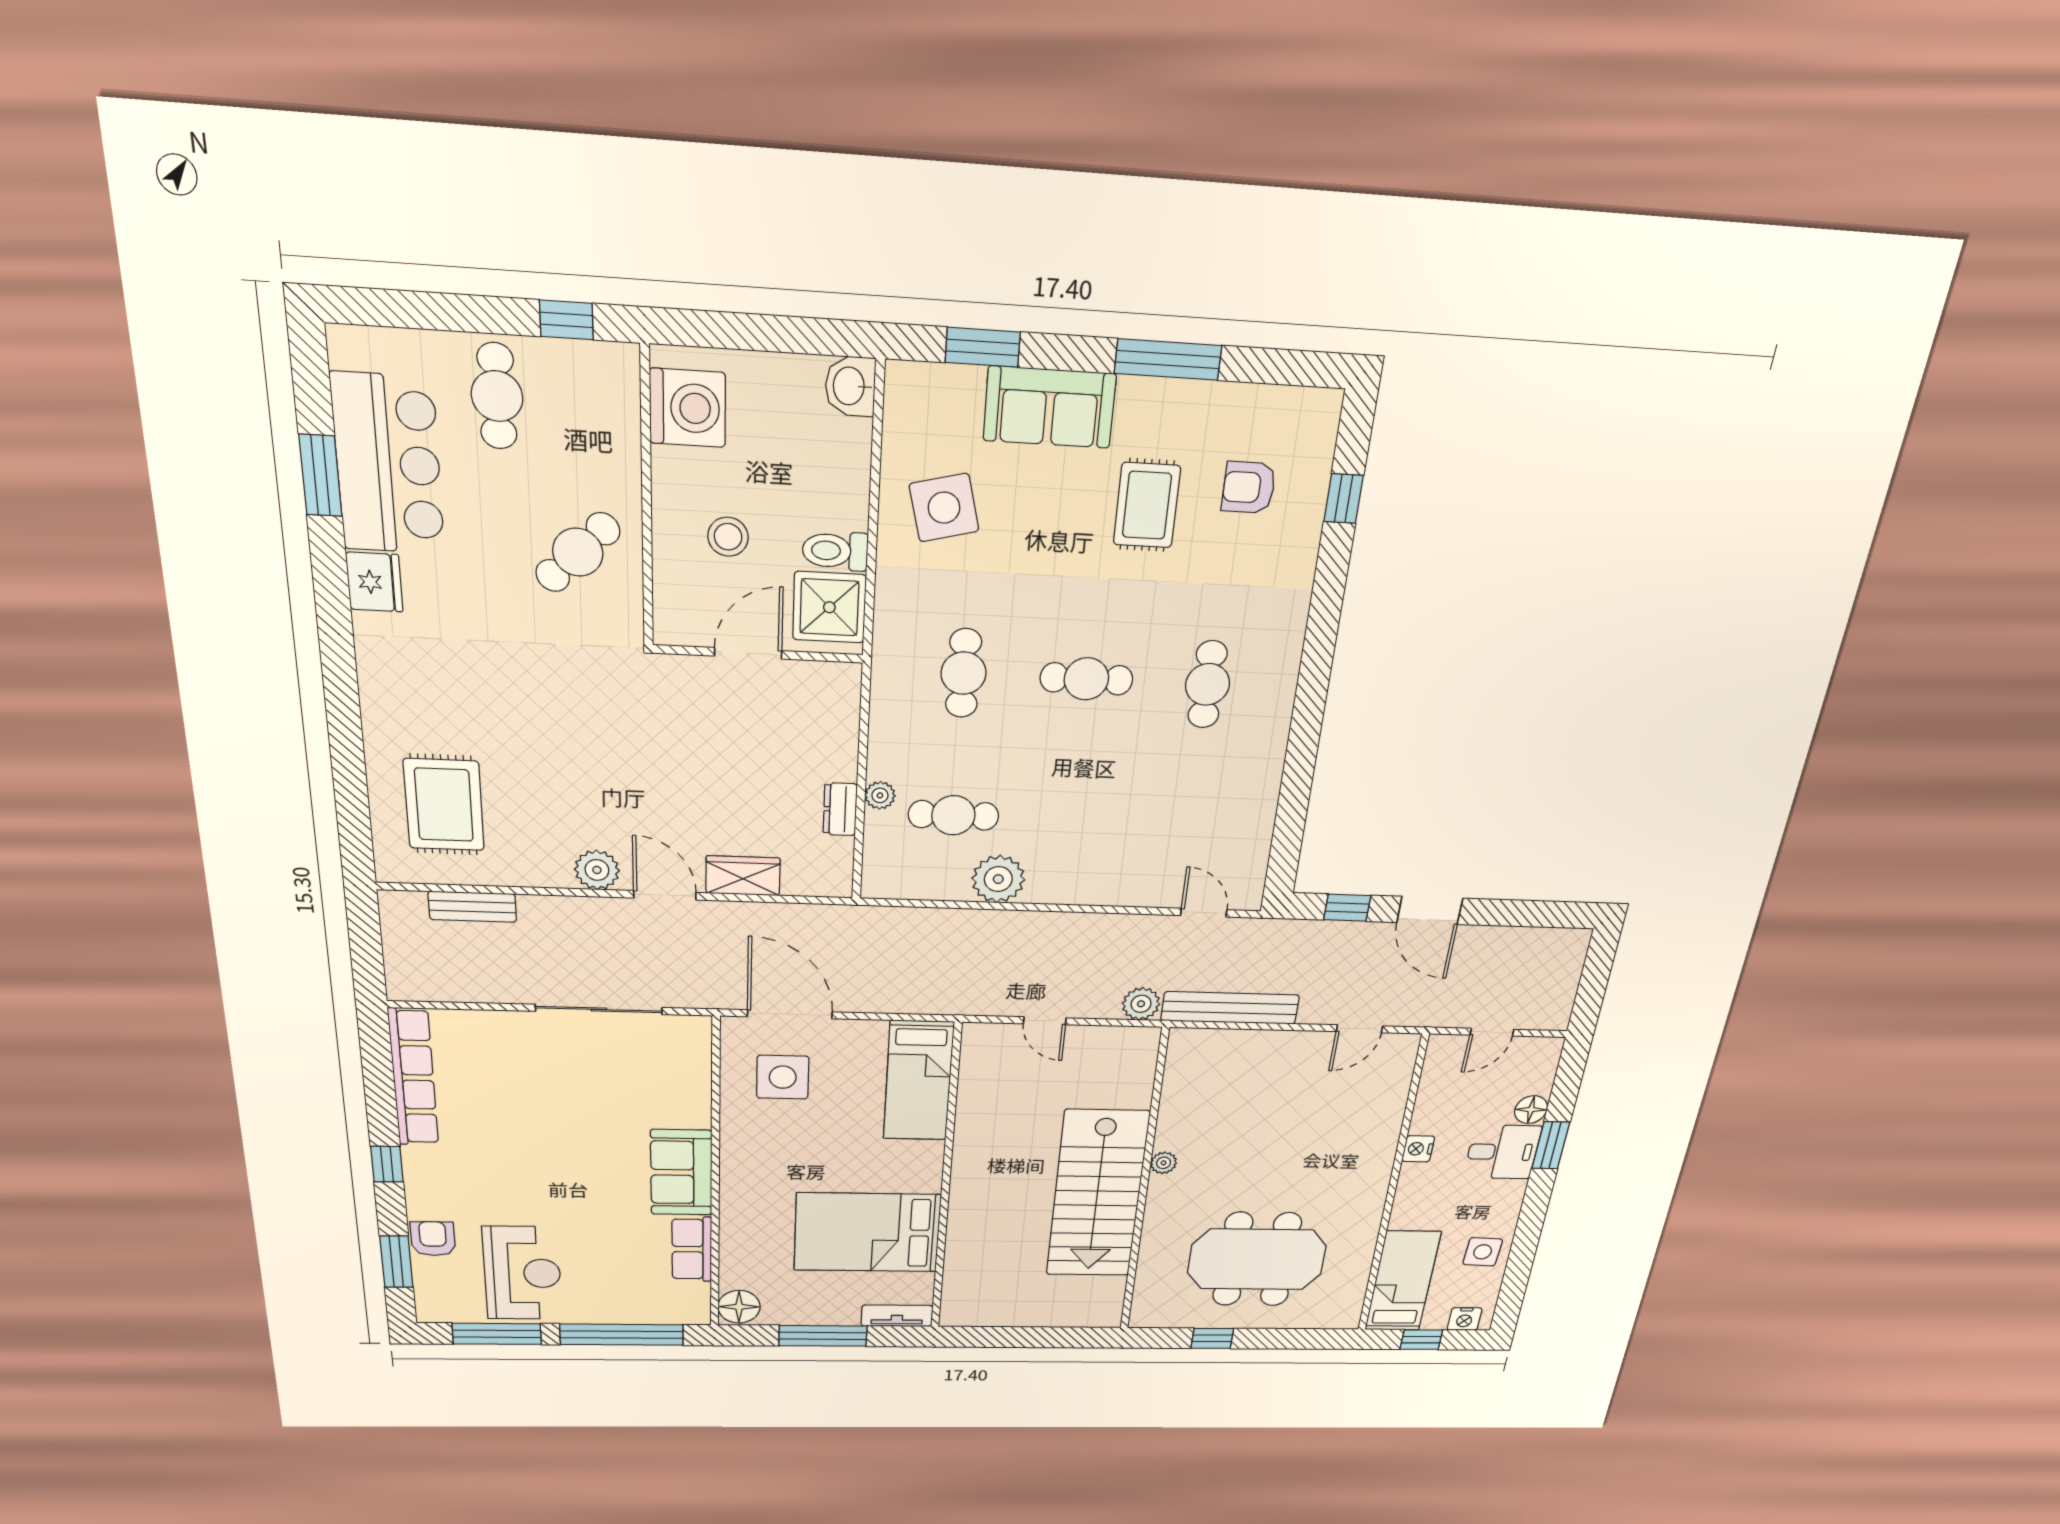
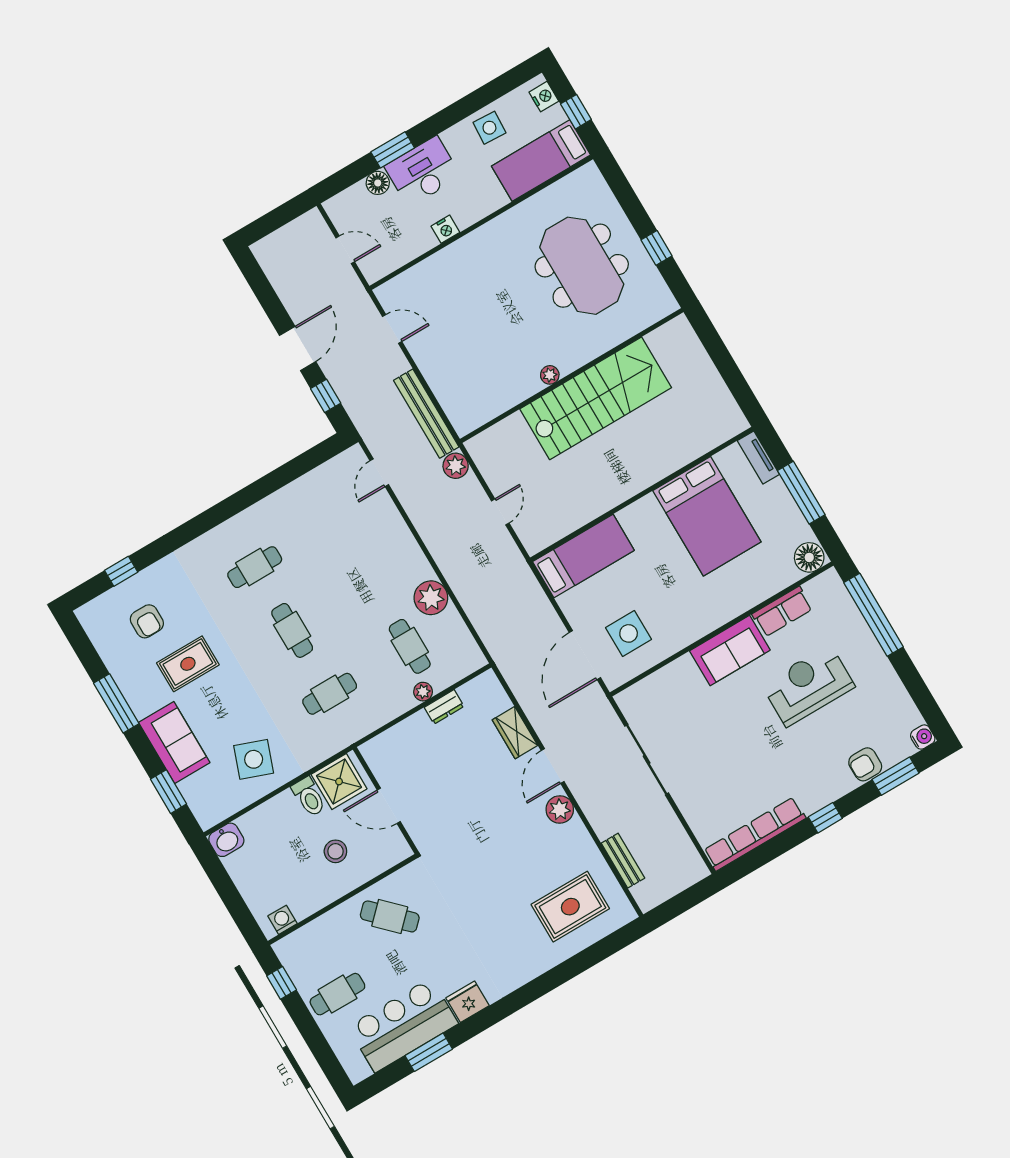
washing machine: (688, 408) -> (283, 920), width x0.53, depth x0.53
side table: (944, 508) -> (254, 759), turned 34
desk: (1502, 1152) -> (423, 171), width x1.37
reception desk: (522, 1273) -> (808, 686), moved
water cooler: (431, 1311) -> (923, 737), added
window: (497, 1334) -> (917, 689), removed

